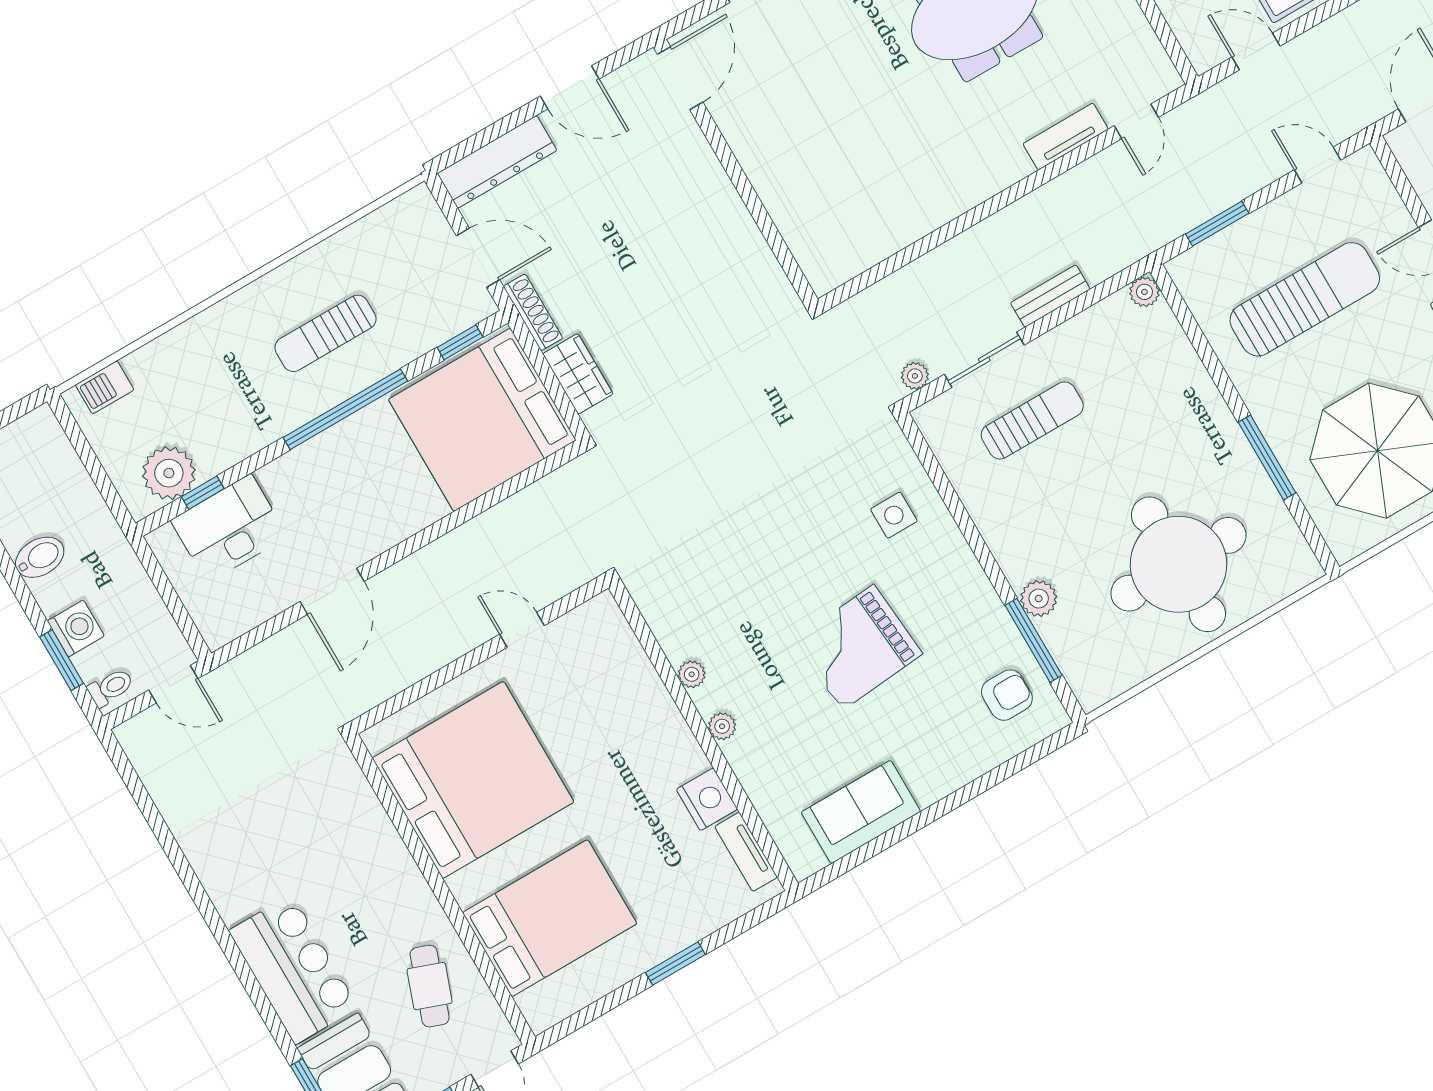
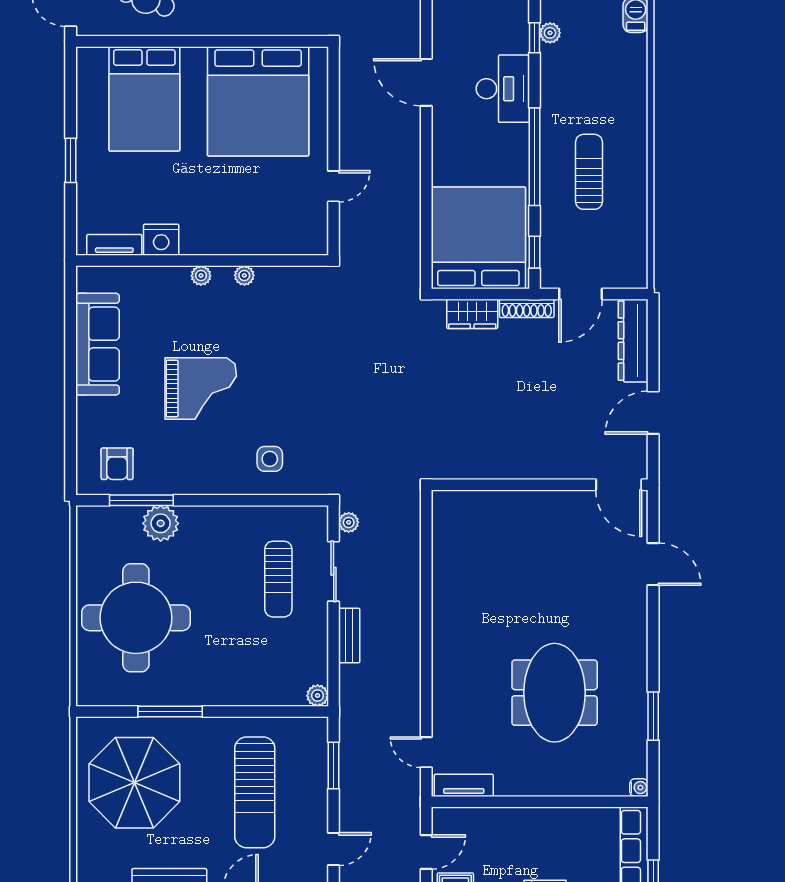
tv unit: (1066, 136) -> (464, 785), moved, turned -90
plant: (169, 473) -> (550, 33), width x0.53, depth x0.53
desk: (229, 528) -> (503, 89), moved
plant: (1039, 599) -> (161, 523), width x1.36, depth x1.36
grand piano: (858, 647) -> (201, 389), turned 95
sofa: (861, 812) -> (97, 344), width x1.36

